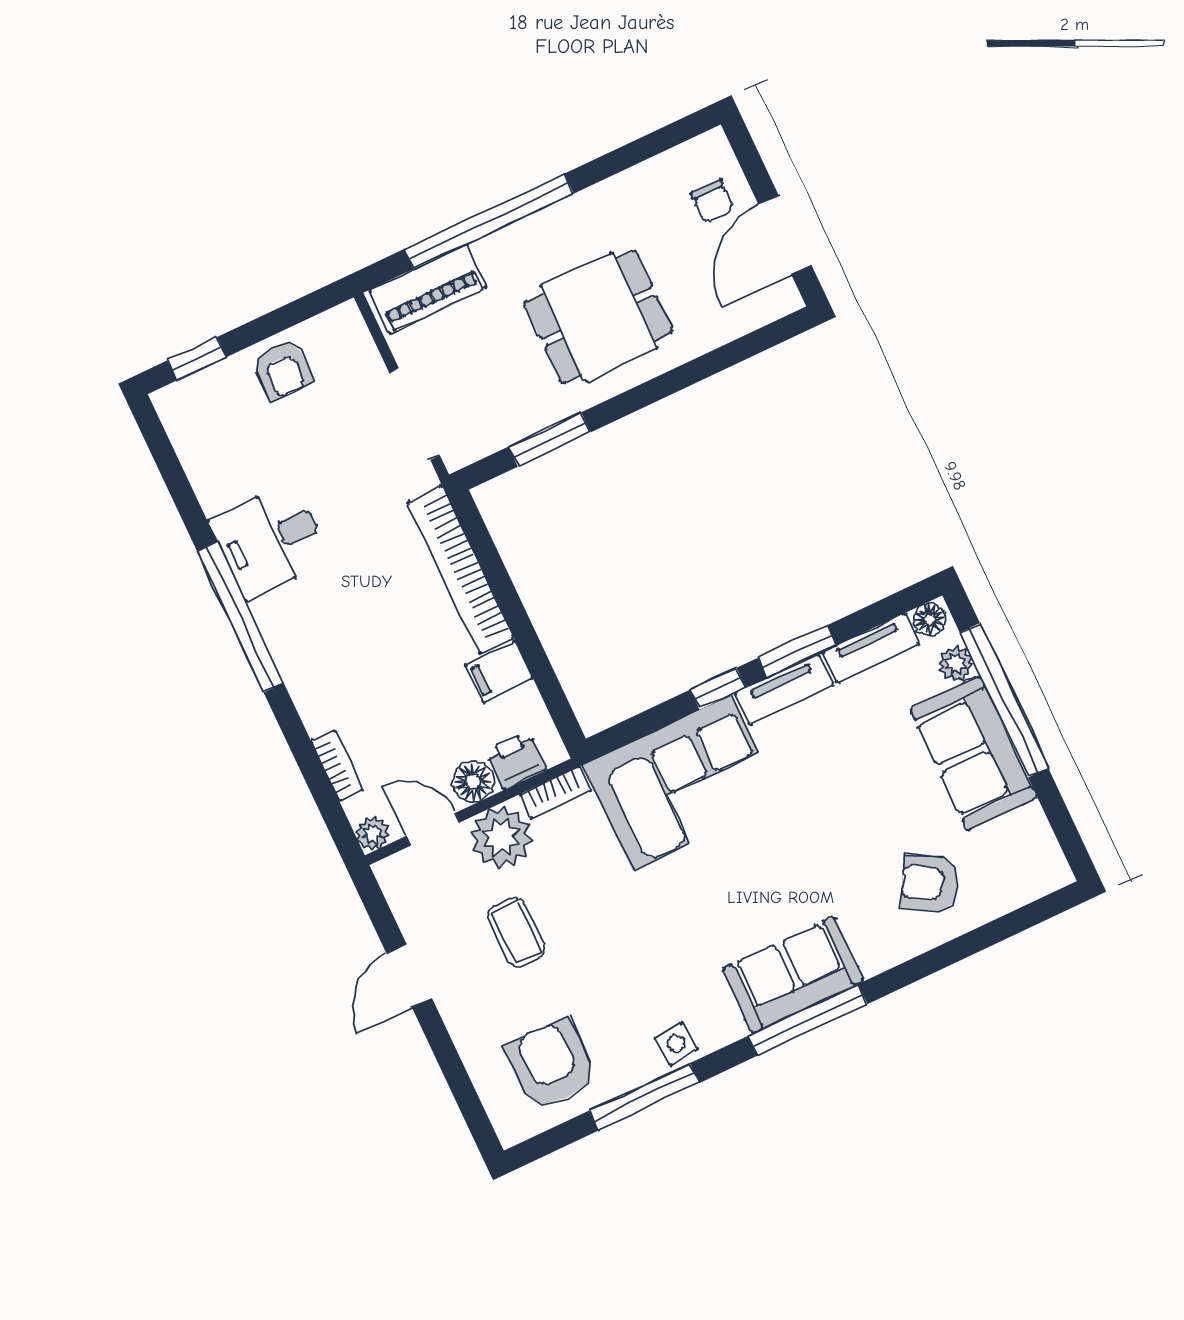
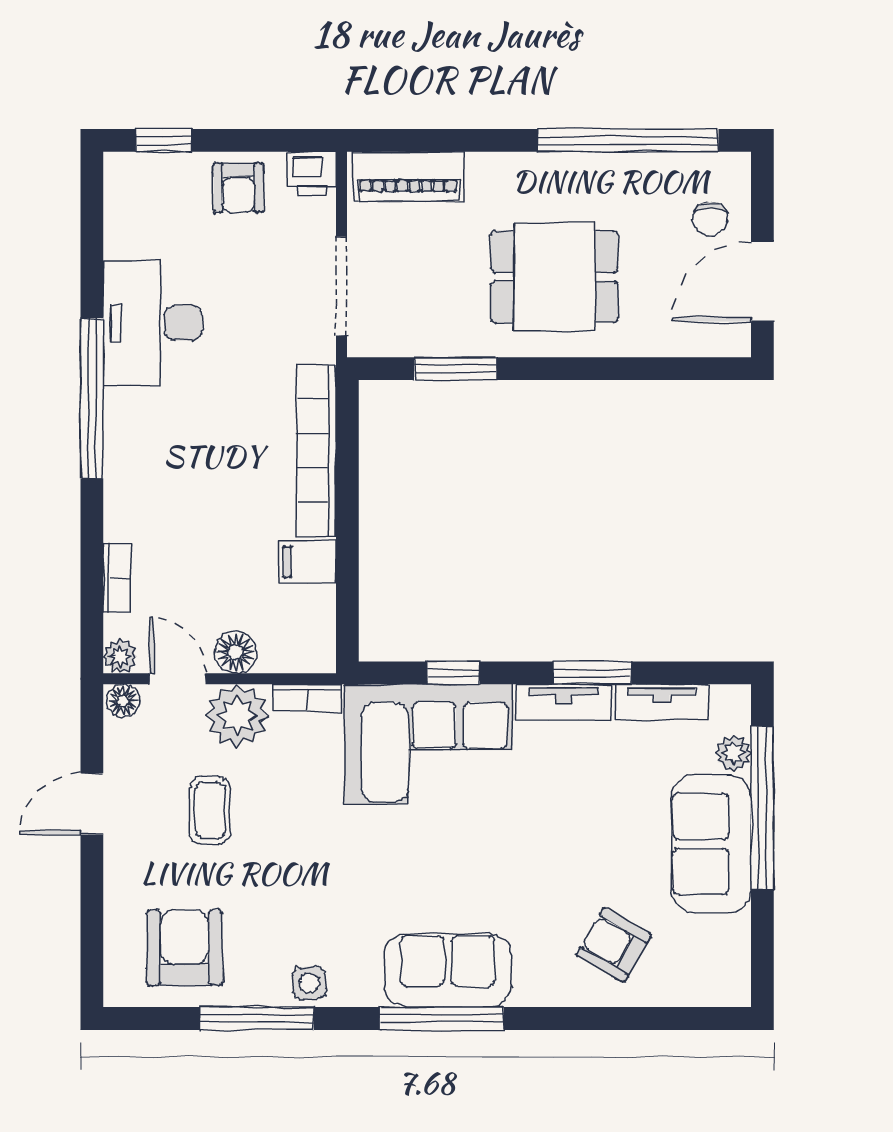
window: (489, 221) -> (628, 140), moved
desk: (270, 540) -> (153, 323), width x1.37
floor lamp: (930, 619) -> (123, 701), moved
window: (718, 689) -> (454, 673), moved
printer: (516, 760) -> (312, 174), moved, turned 180

